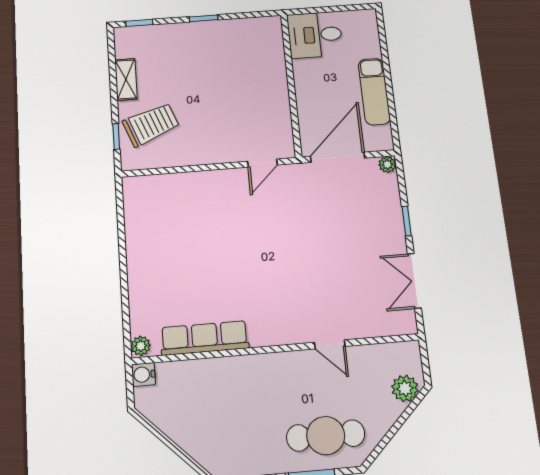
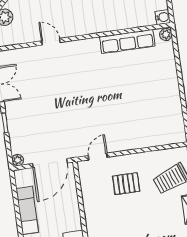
pallet: (221, 121) -> (126, 184), added

